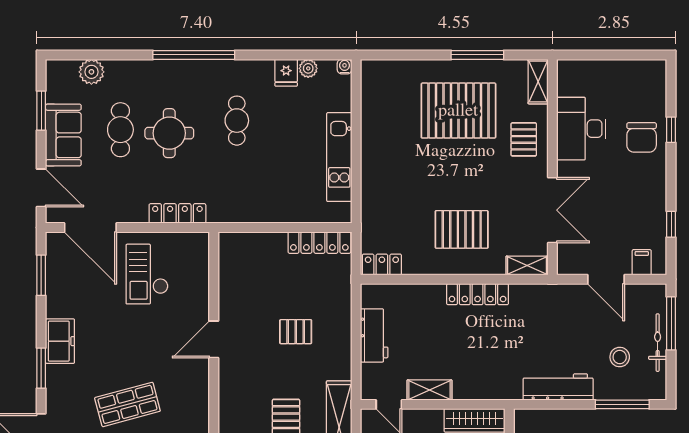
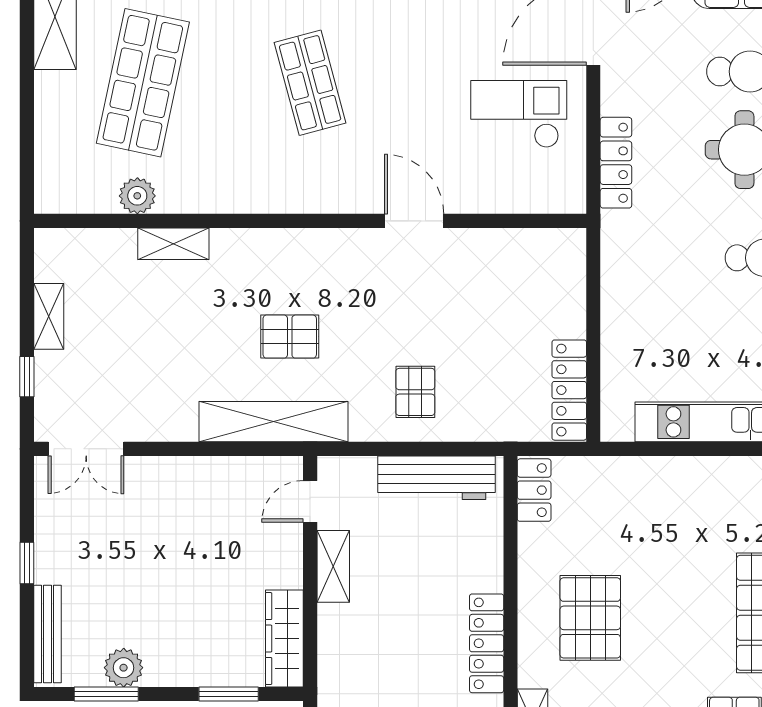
pallet: (296, 332) -> (415, 392), moved
workbench: (374, 335) -> (436, 478), width x1.38

